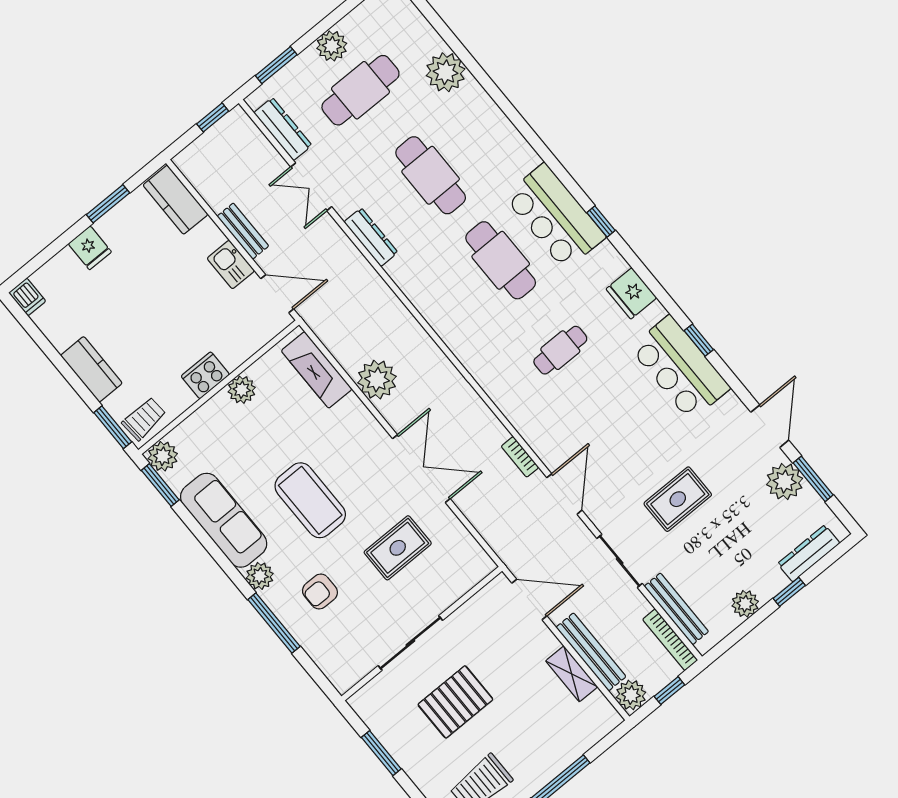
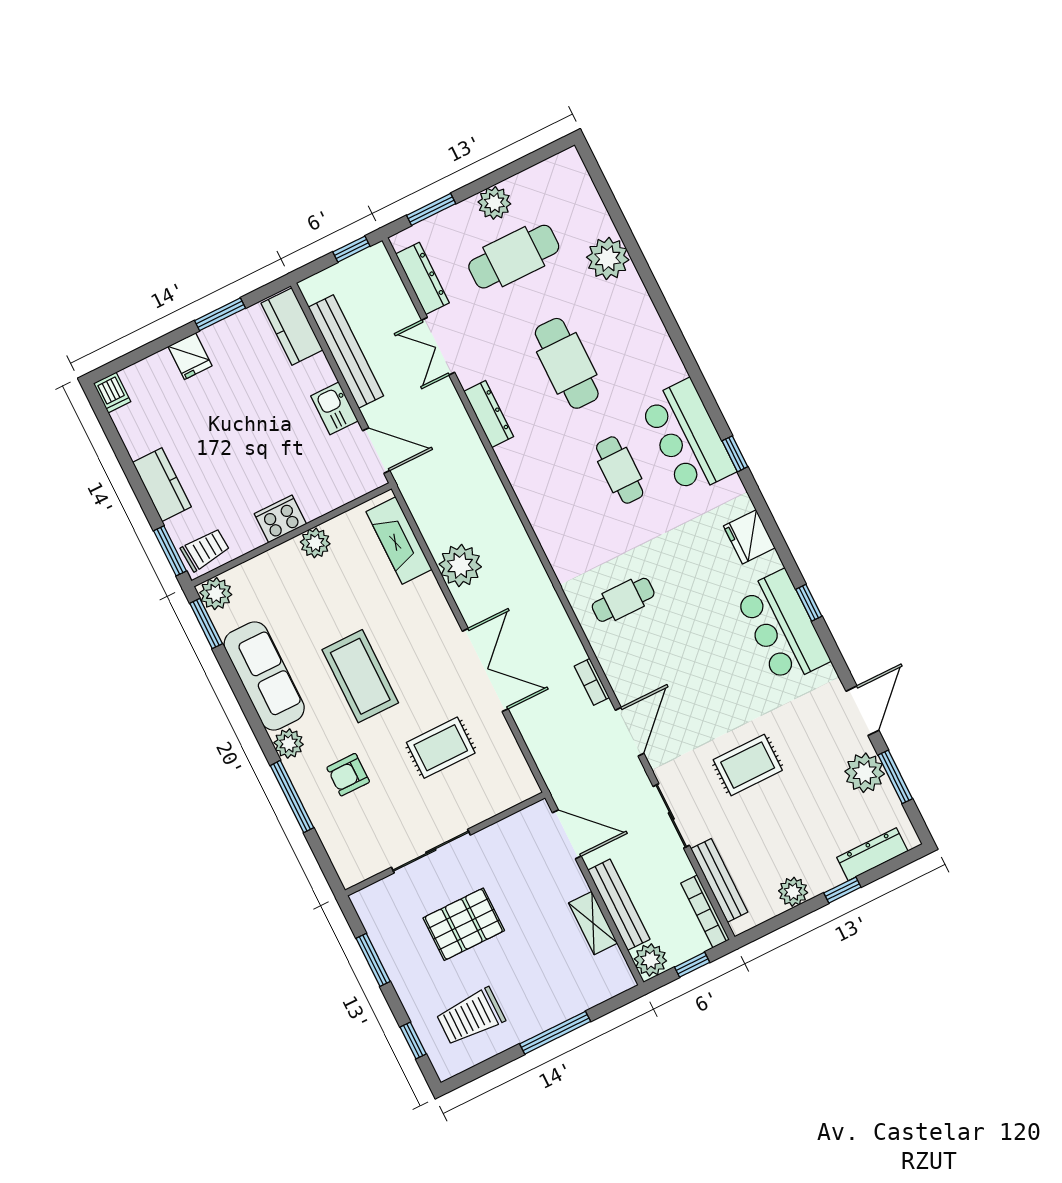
bench: (243, 231) -> (346, 352), width x1.86, depth x1.21
cafe table: (501, 260) -> (620, 470), width x0.73, depth x0.74
cafe table: (560, 350) -> (623, 600), moved

